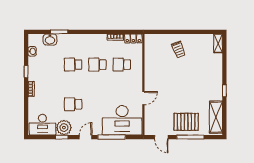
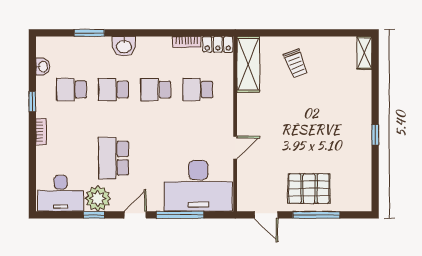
washbasin: (50, 39) -> (124, 46), moved
school desk: (49, 65) -> (72, 90), added
school desk: (73, 104) -> (114, 158), width x1.85
shelving: (216, 117) -> (248, 64), moved

